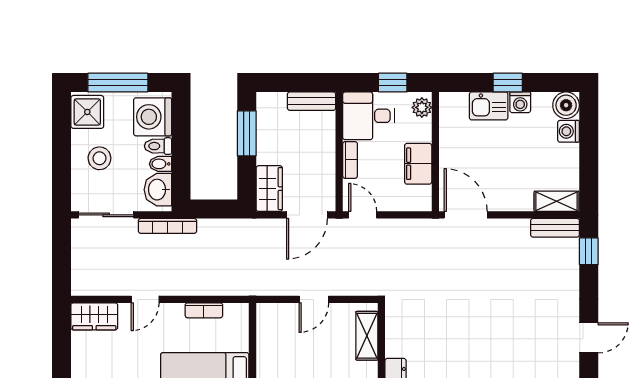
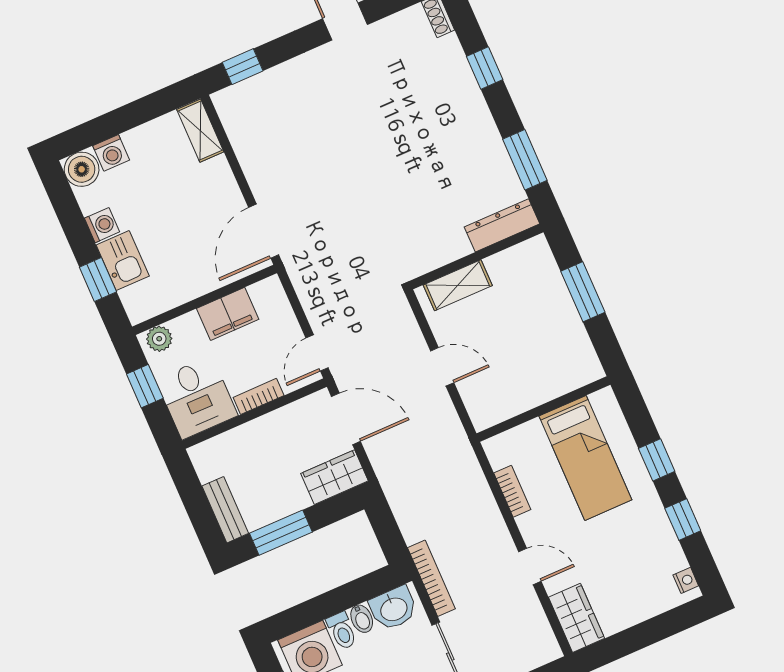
window: (508, 83) -> (98, 279), moved
bench: (312, 101) -> (225, 510), moved
bench: (555, 228) -> (232, 119), removed

